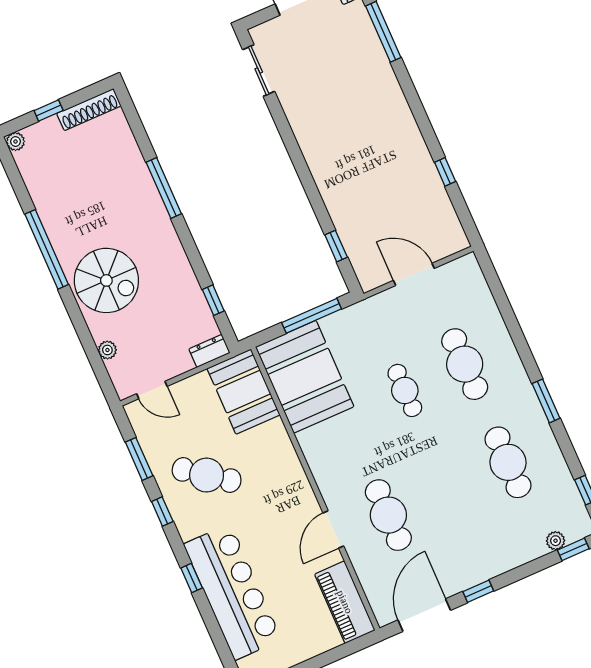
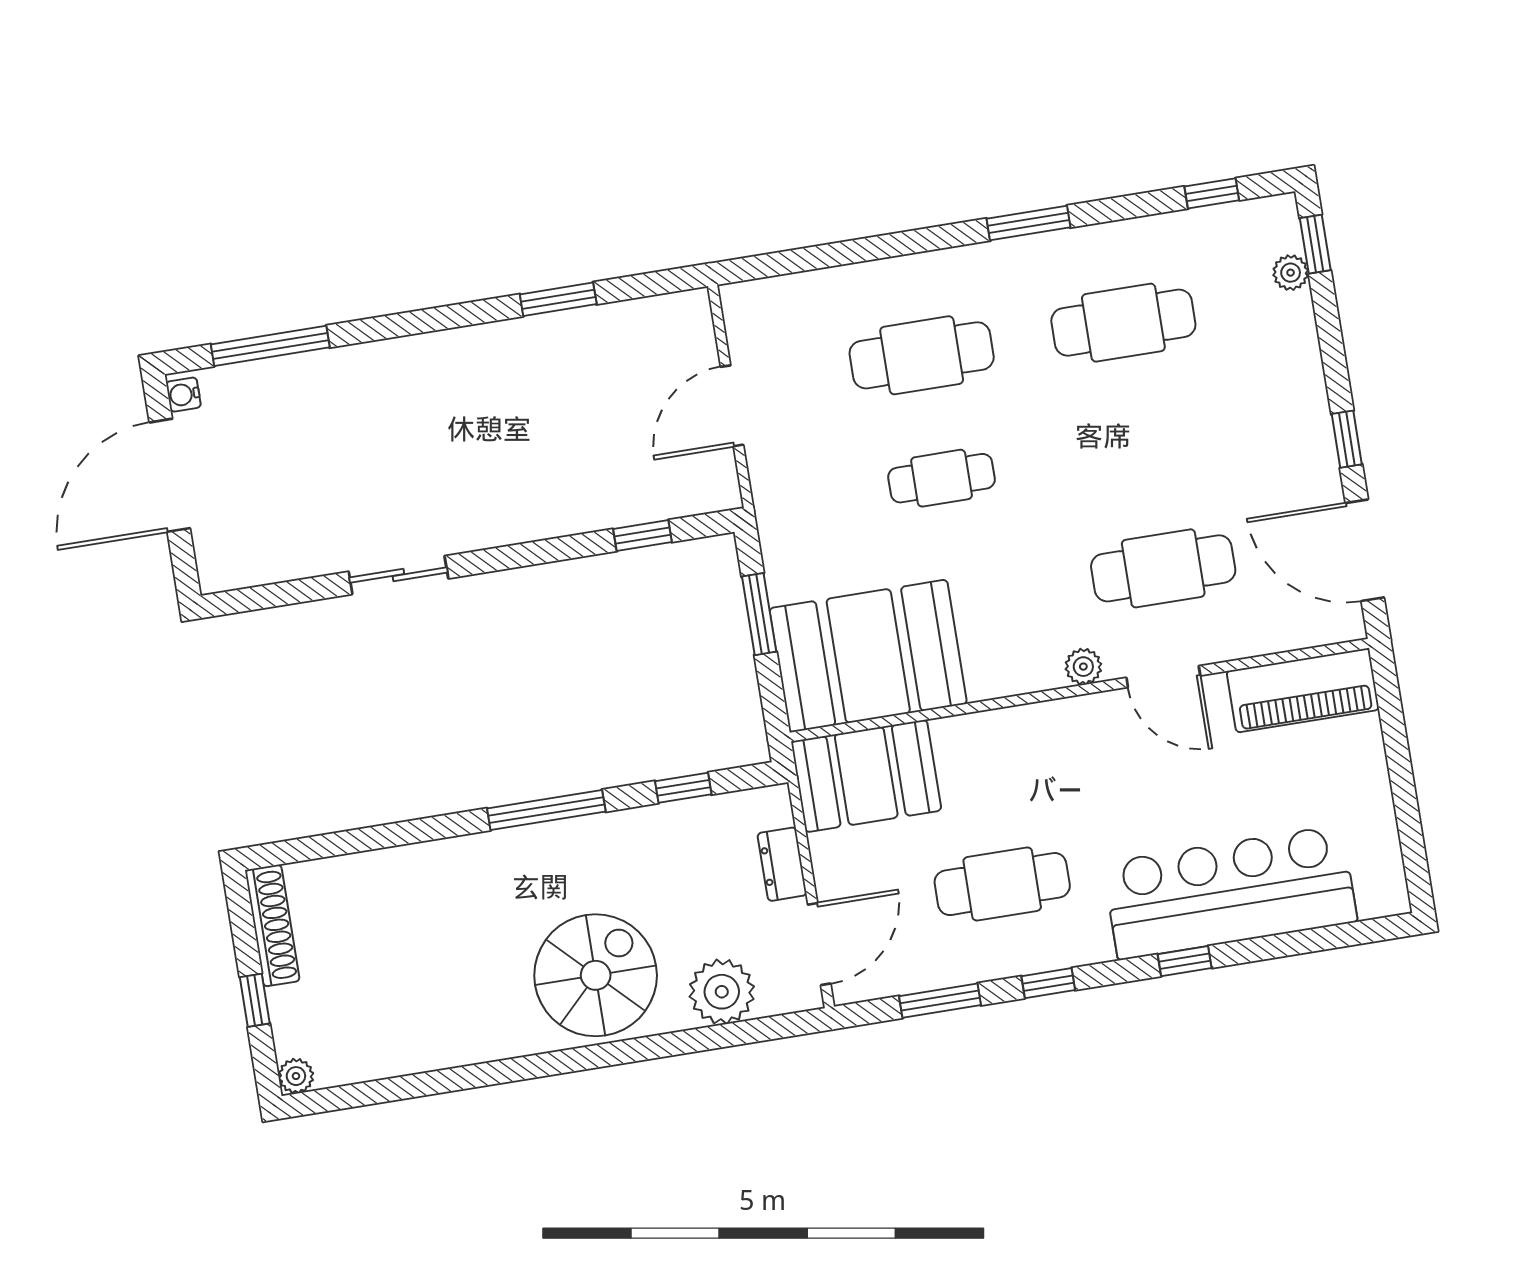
sliding door: (259, 70) -> (398, 575), moved
window: (445, 172) -> (558, 299), width x1.50
window: (164, 188) -> (546, 810), moved
window: (47, 249) -> (510, 1070), removed
window: (312, 316) -> (759, 614), width x0.69
plant: (107, 350) -> (722, 992), width x1.88, depth x1.88
dresser: (209, 351) -> (782, 864), moved
door: (152, 390) -> (819, 944), width x1.38
cafe table: (207, 475) -> (1002, 884), turned 53
plant: (328, 488) -> (1083, 667), added

